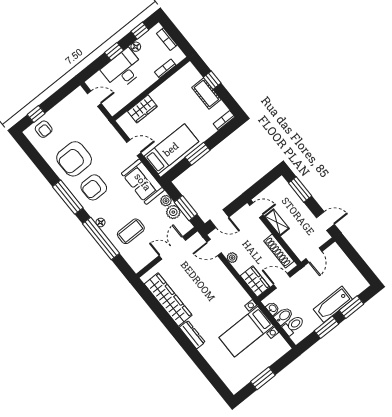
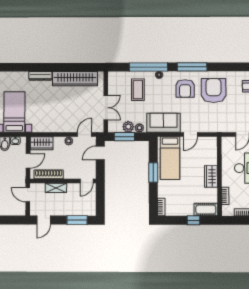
cot: (206, 94) -> (206, 210), moved
wardrobe: (142, 109) -> (211, 176), moved
armchair: (94, 187) -> (185, 88), turned 180
shelving: (277, 222) -> (56, 188), moved

